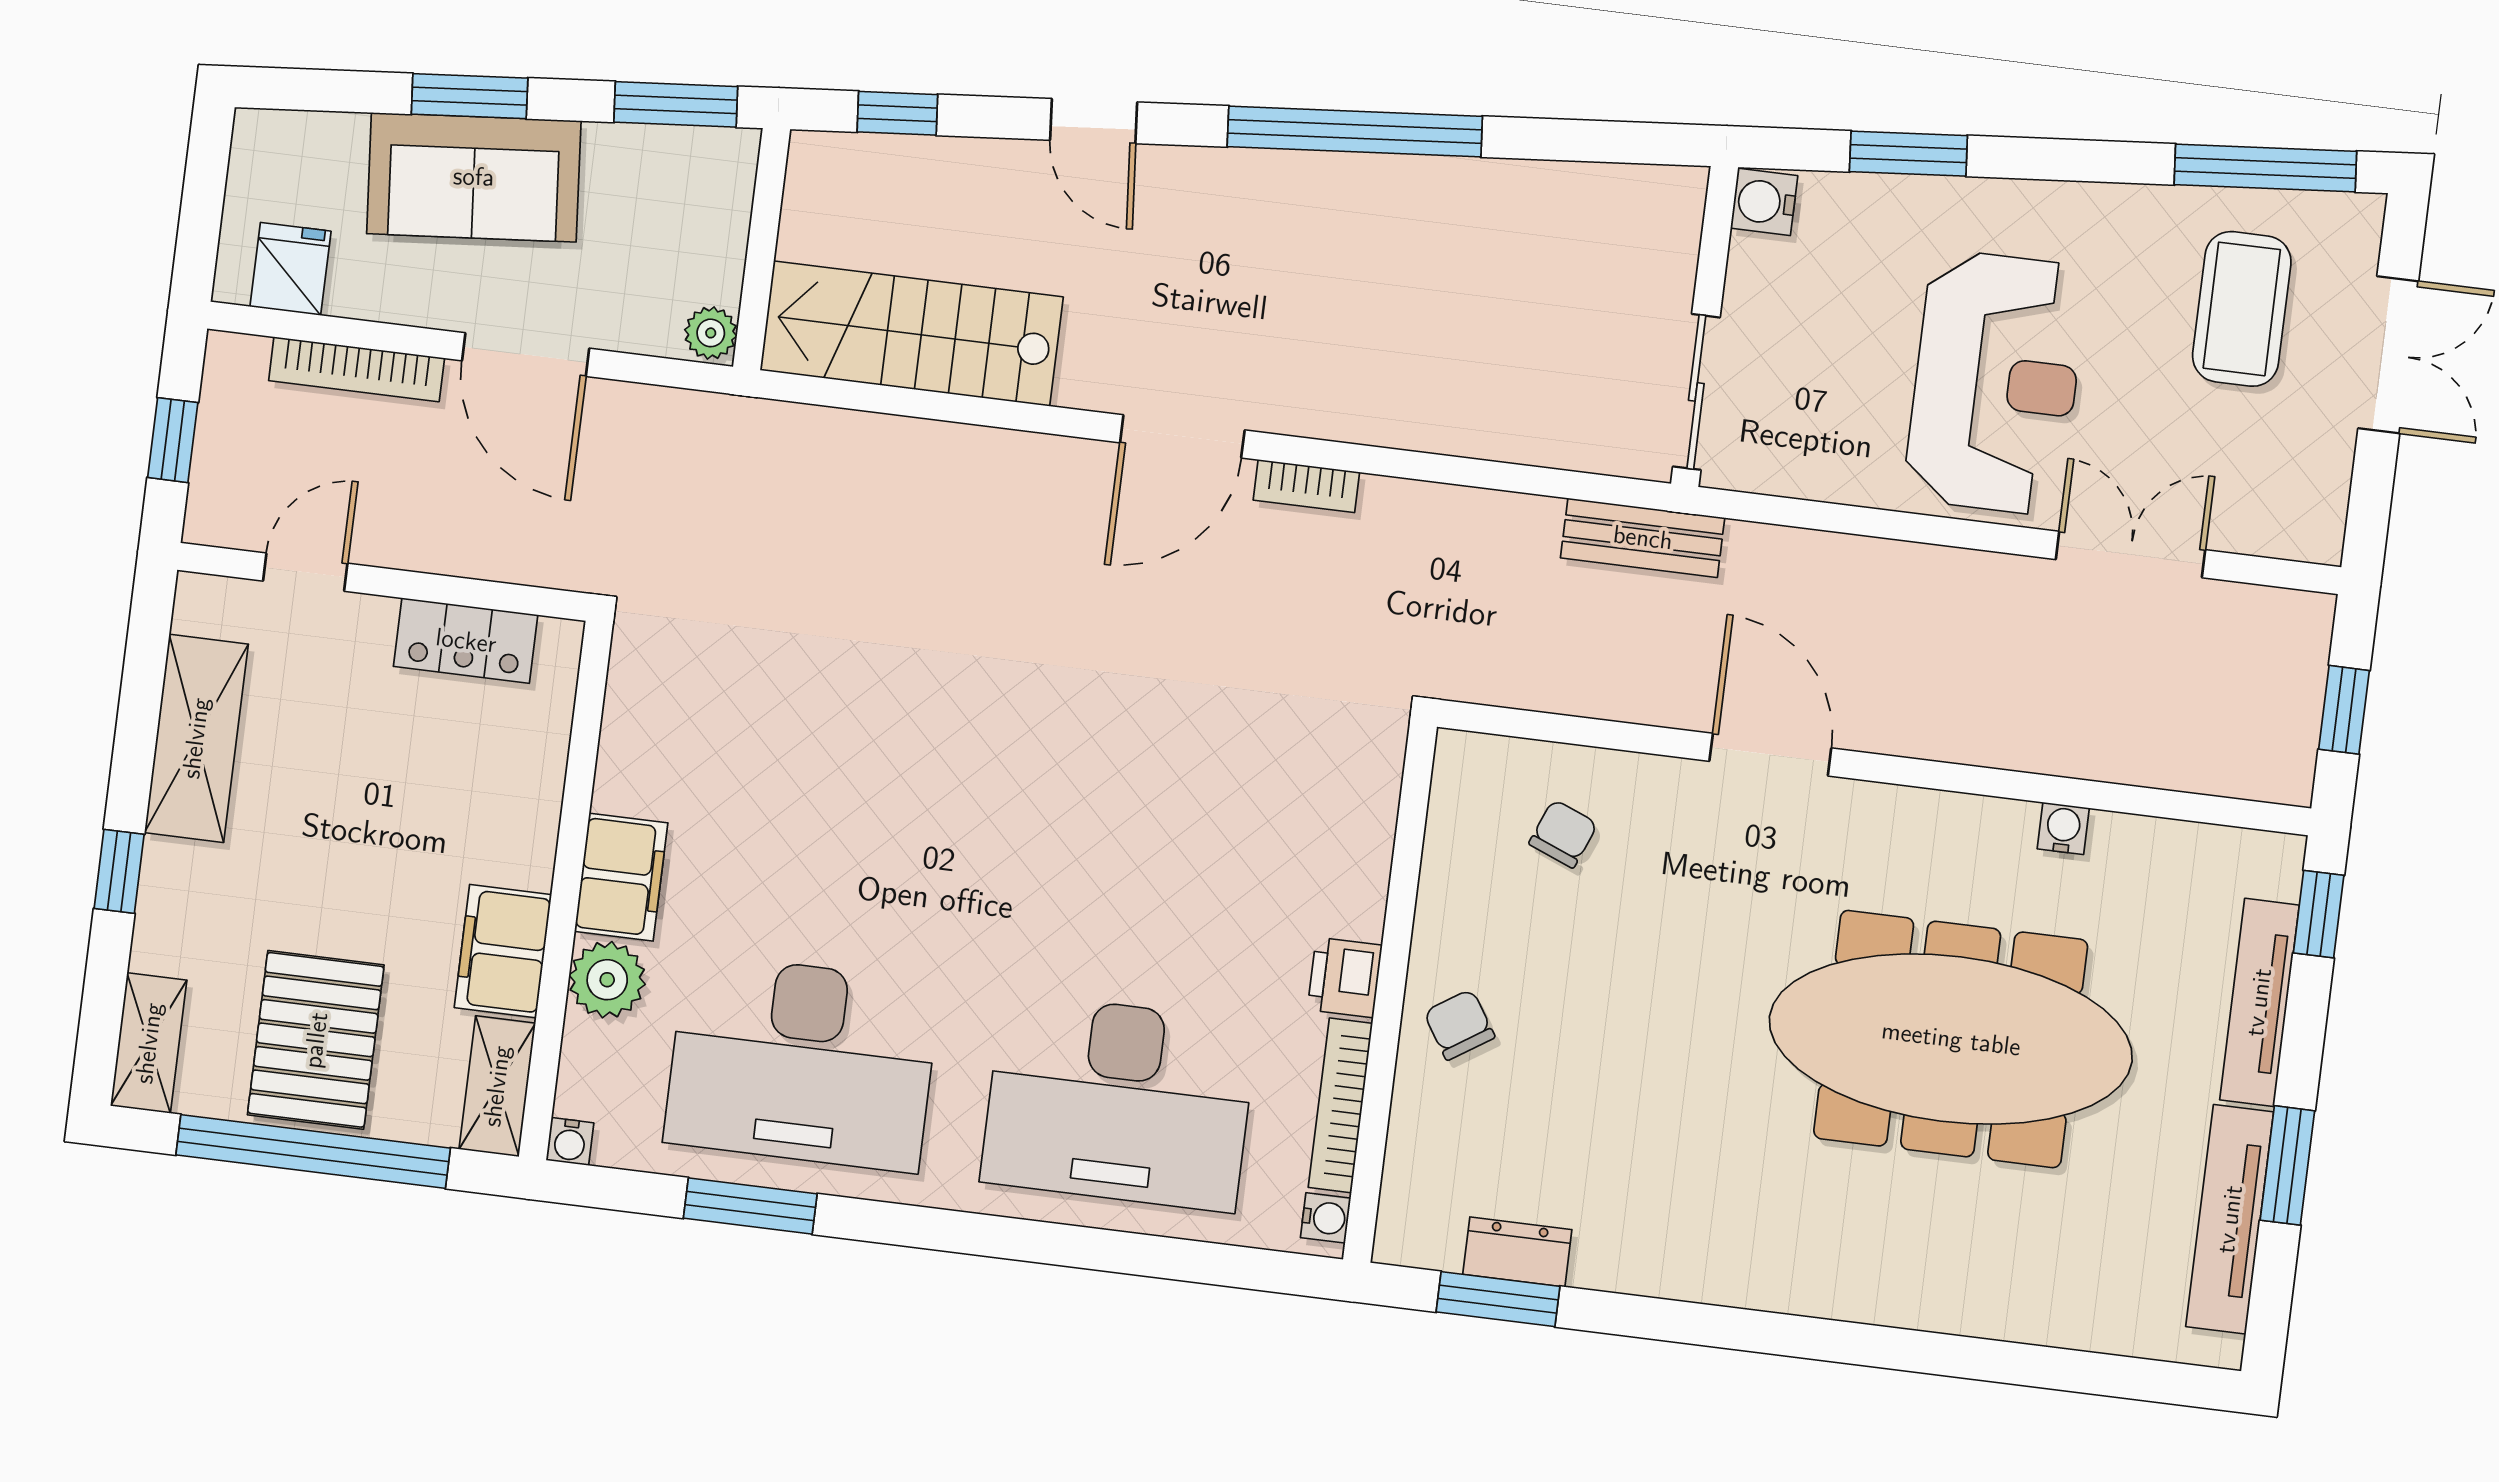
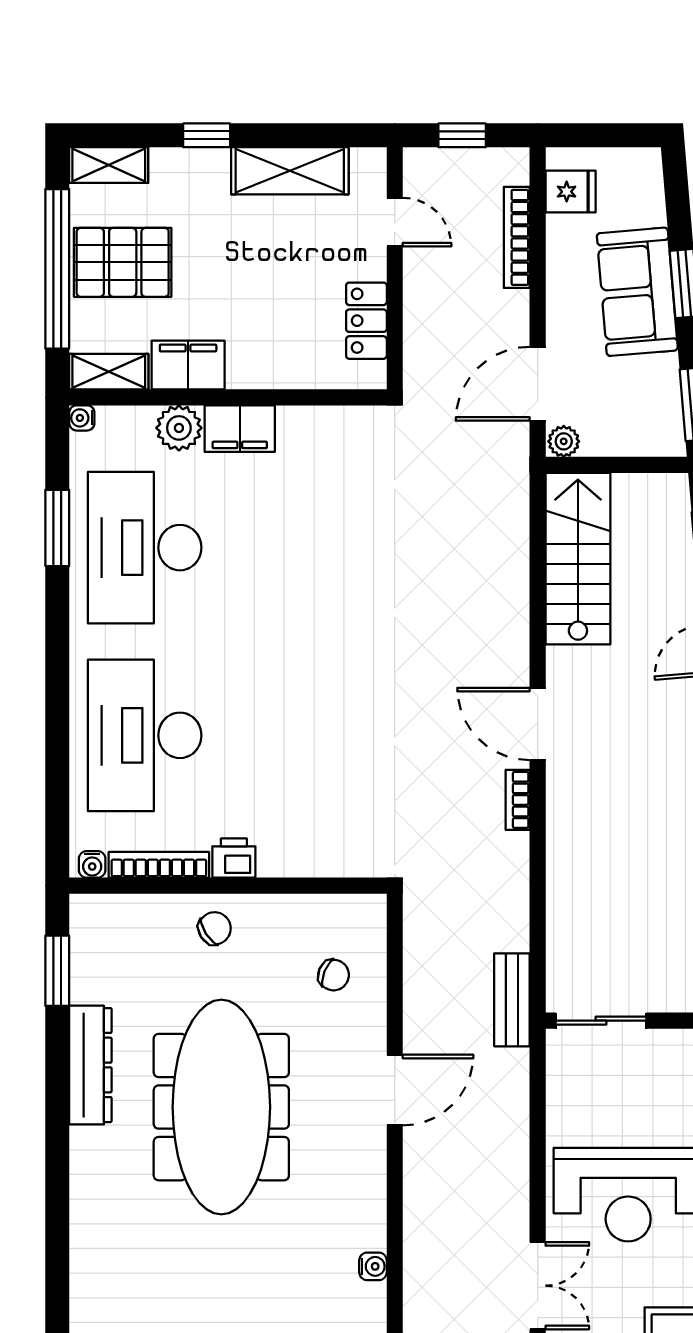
door: (526, 355) -> (538, 384), moved
meeting table: (1951, 1039) -> (221, 1107), moved
dresser: (1517, 1252) -> (90, 1065), moved, width x1.96, depth x1.24

